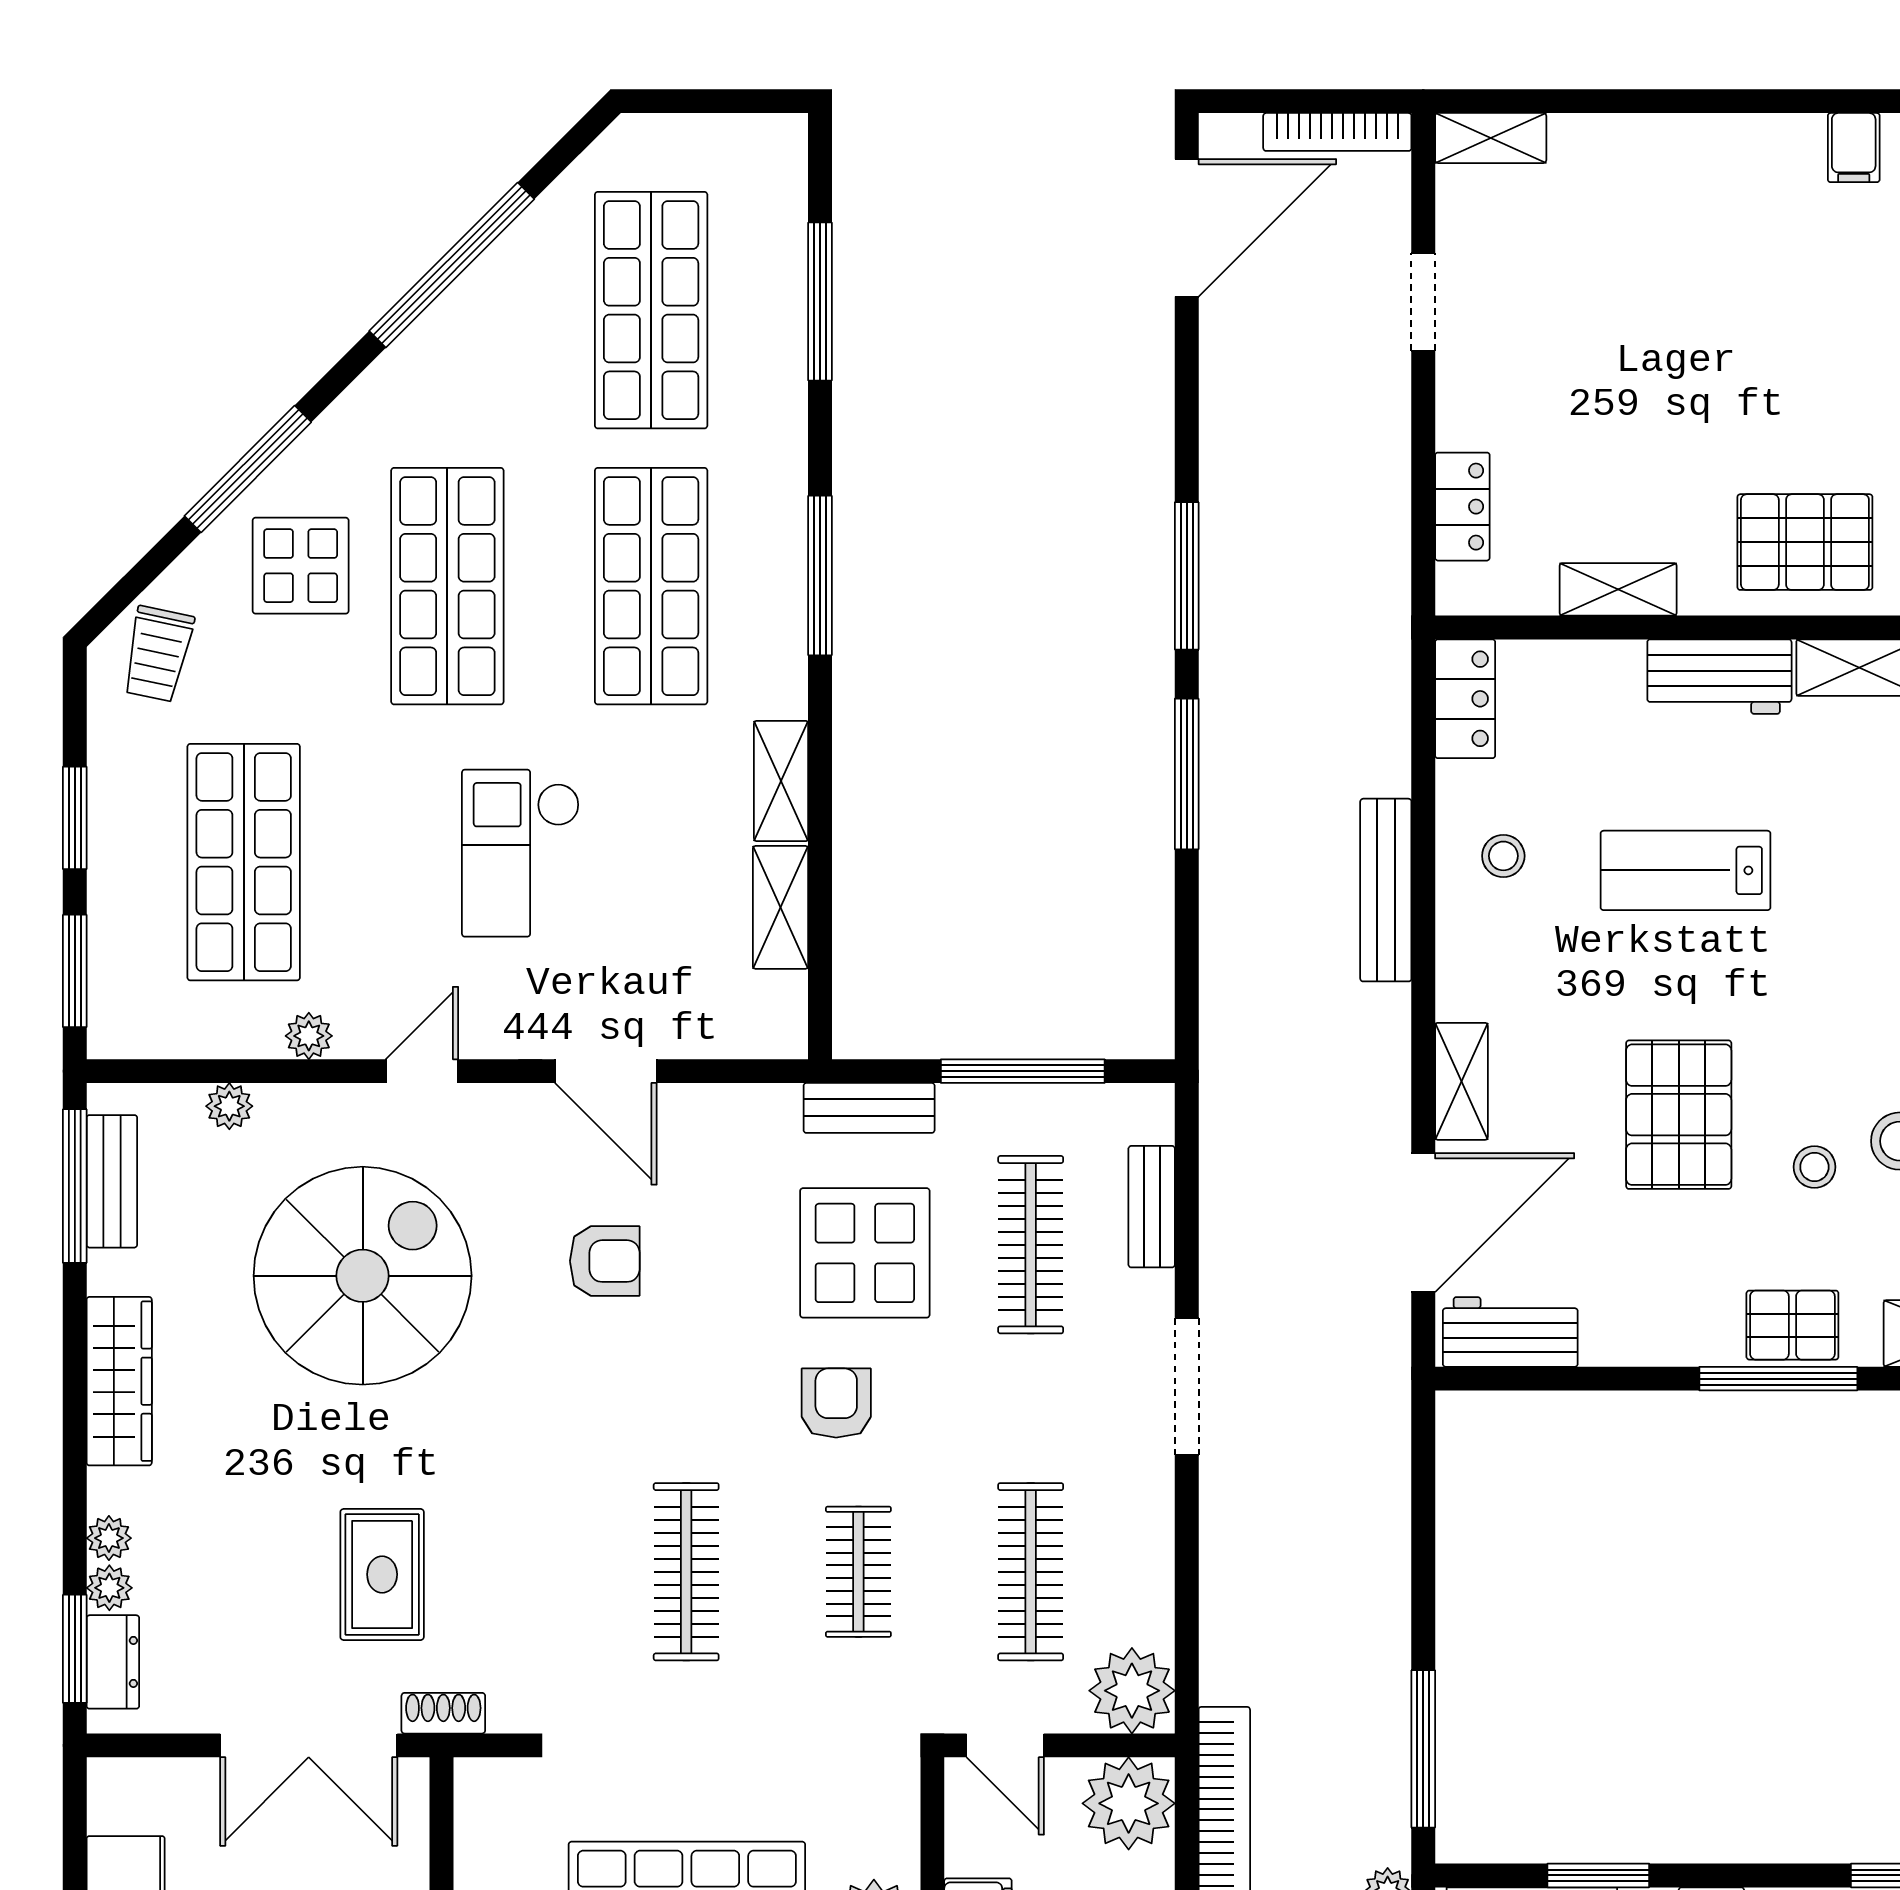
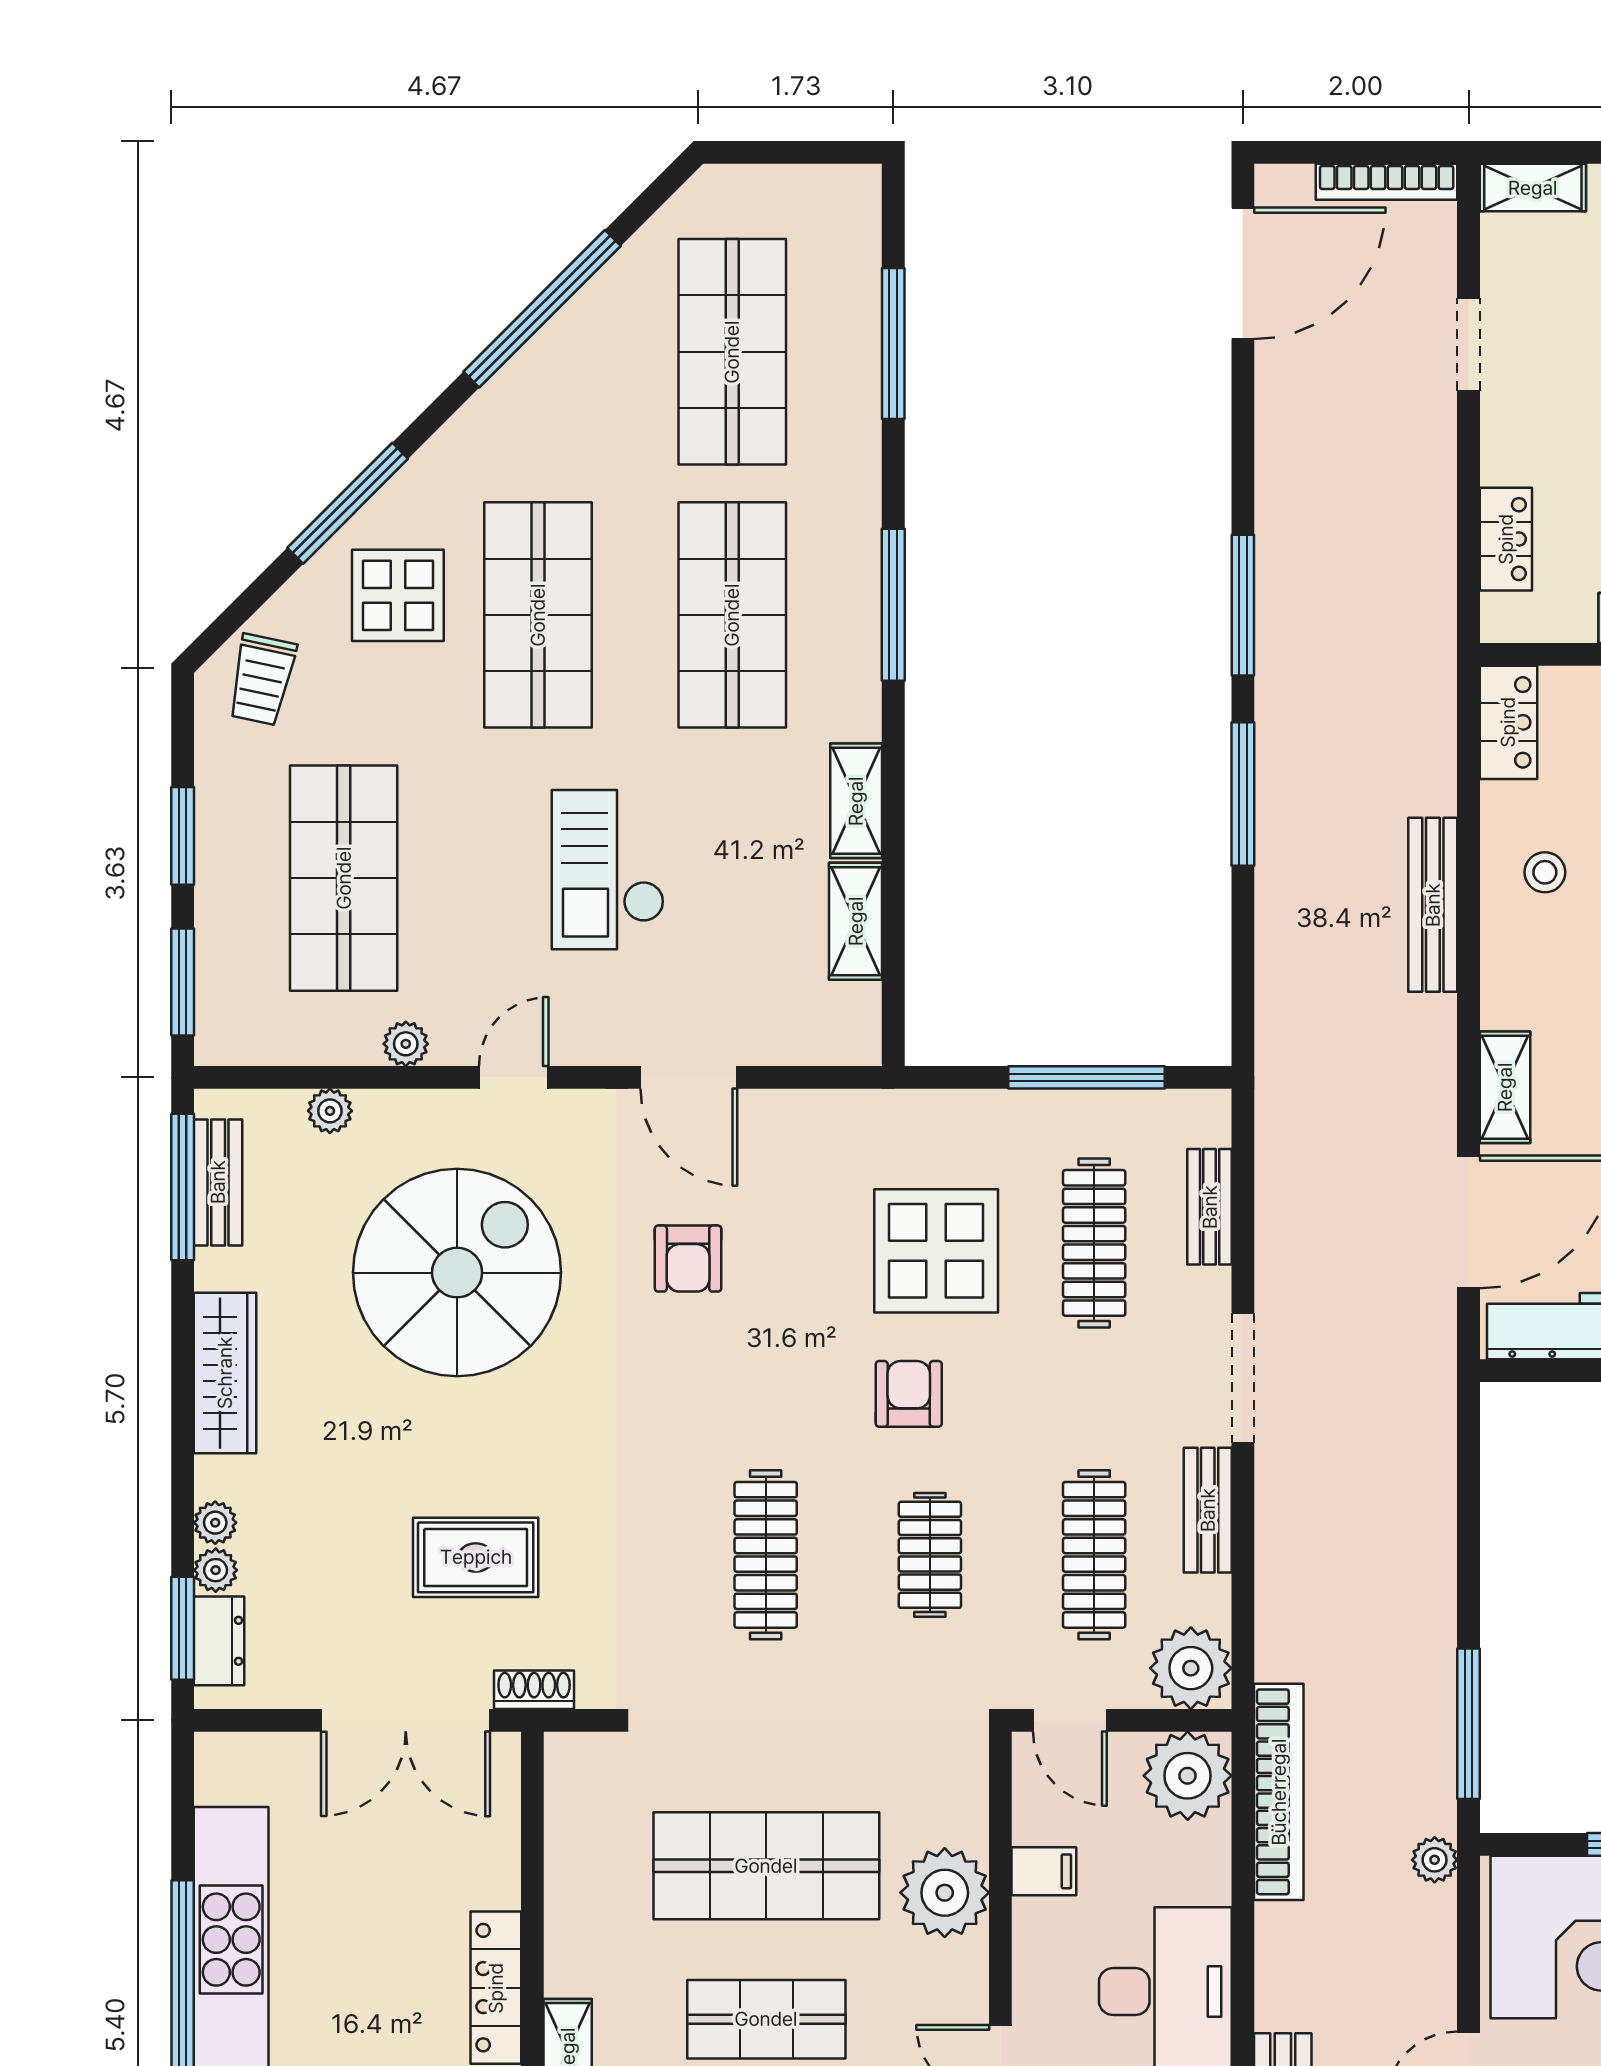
bench: (869, 1108) -> (1208, 1510), moved, turned 90
armchair: (605, 1261) -> (688, 1259), turned 90
rug: (382, 1574) -> (476, 1557), turned 90

